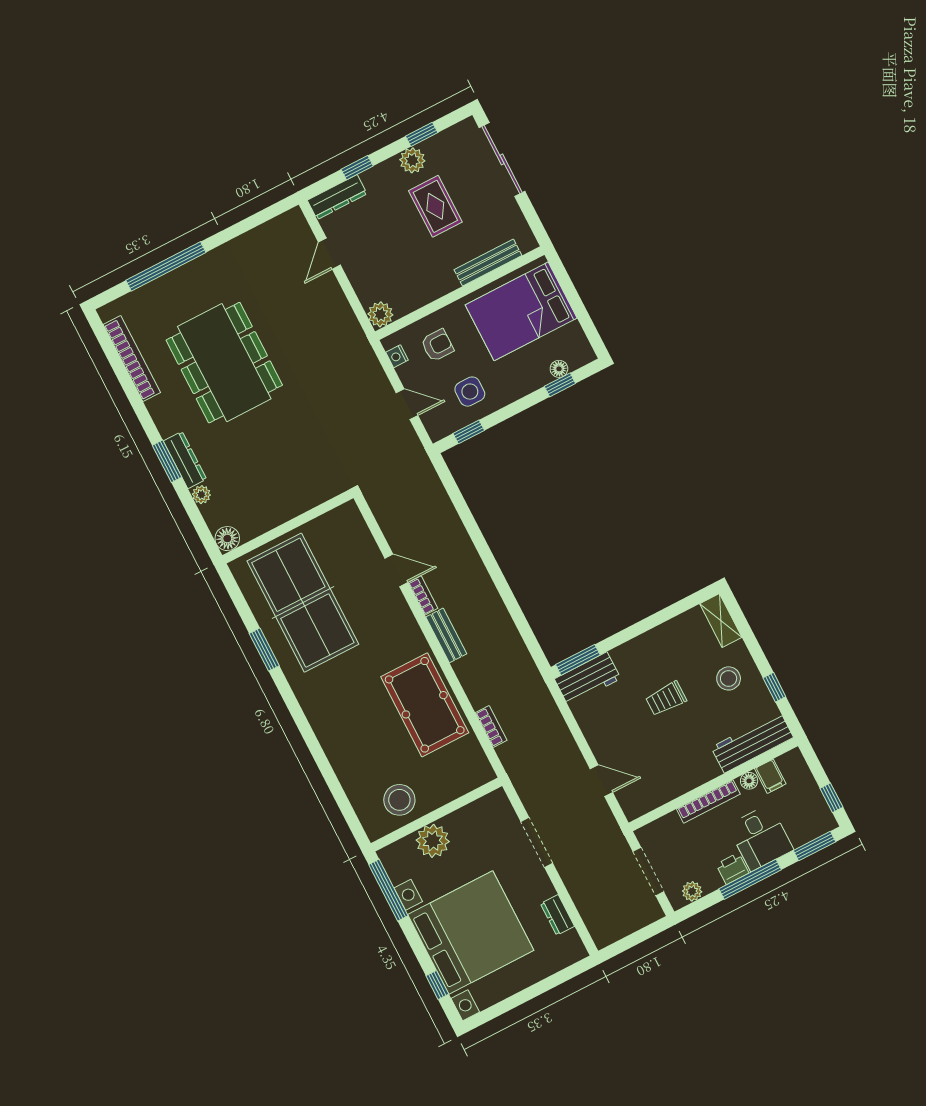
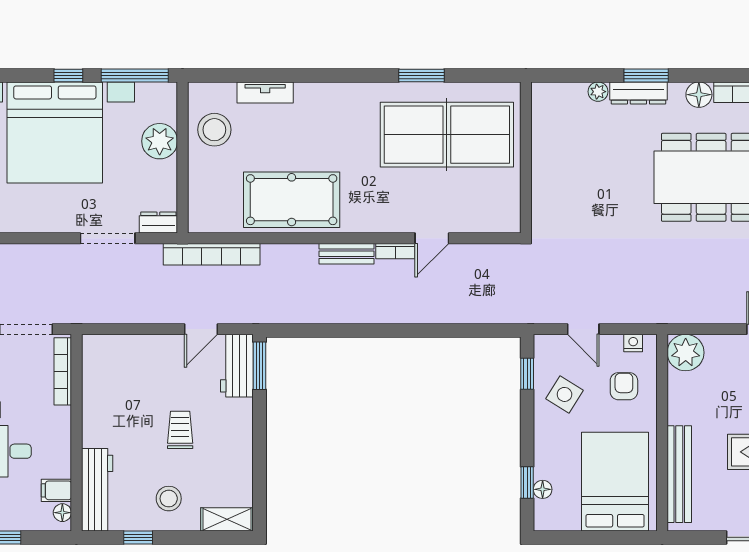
bench: (488, 263) -> (679, 474), width x1.37, depth x1.21
plant: (380, 314) -> (686, 353), width x1.36, depth x1.36
armchair: (437, 345) -> (624, 386), turned 180
side table: (470, 392) -> (565, 394), turned 32
door: (407, 404) -> (583, 329), hinge flipped
floor lamp: (227, 539) -> (699, 95), moved
bookcase: (491, 726) -> (212, 254), width x2.31, depth x1.31
tv unit: (346, 773) -> (265, 92), added
door: (601, 781) -> (201, 329), moved
floor lamp: (749, 781) -> (62, 513), moved
bookcase: (708, 801) -> (63, 371), moved
dresser: (557, 915) -> (158, 223), moved
window: (437, 985) -> (68, 75), moved

